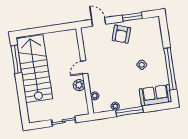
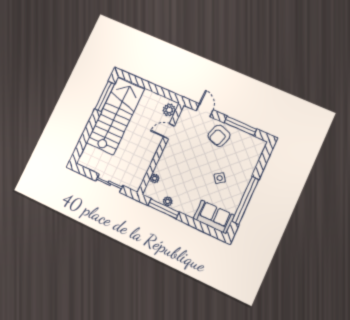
window: (132, 17) -> (240, 126), width x1.44
door: (84, 67) -> (169, 131), moved
plant: (79, 85) -> (169, 110), moved
window: (130, 111) -> (164, 209), moved

